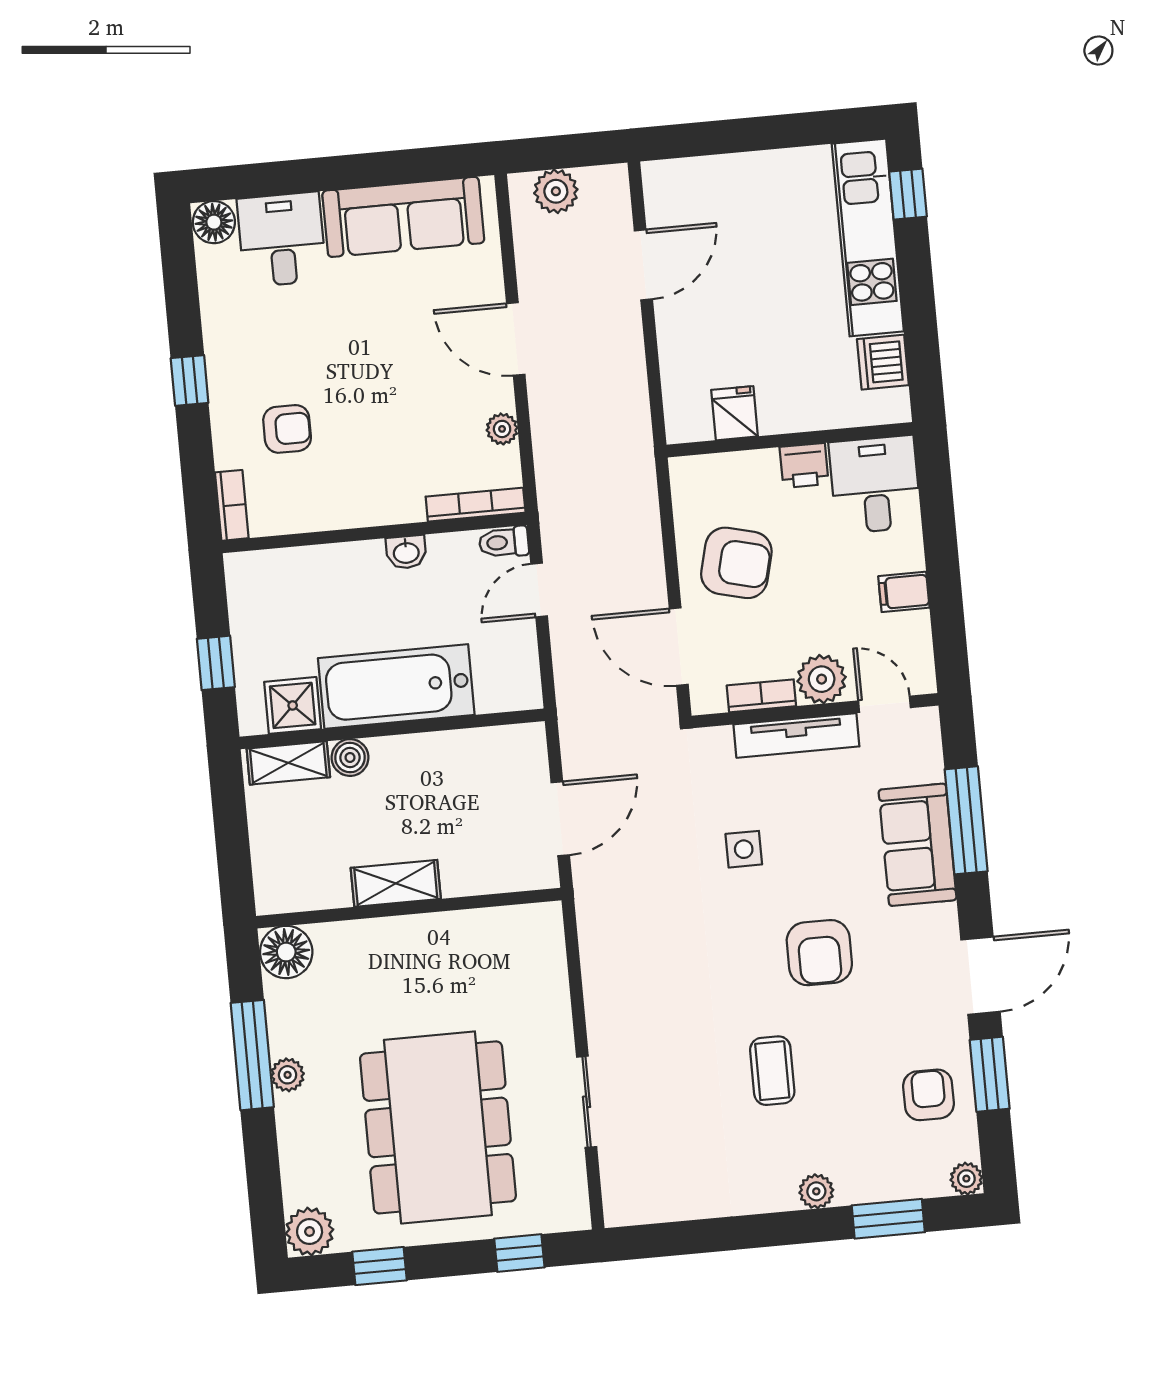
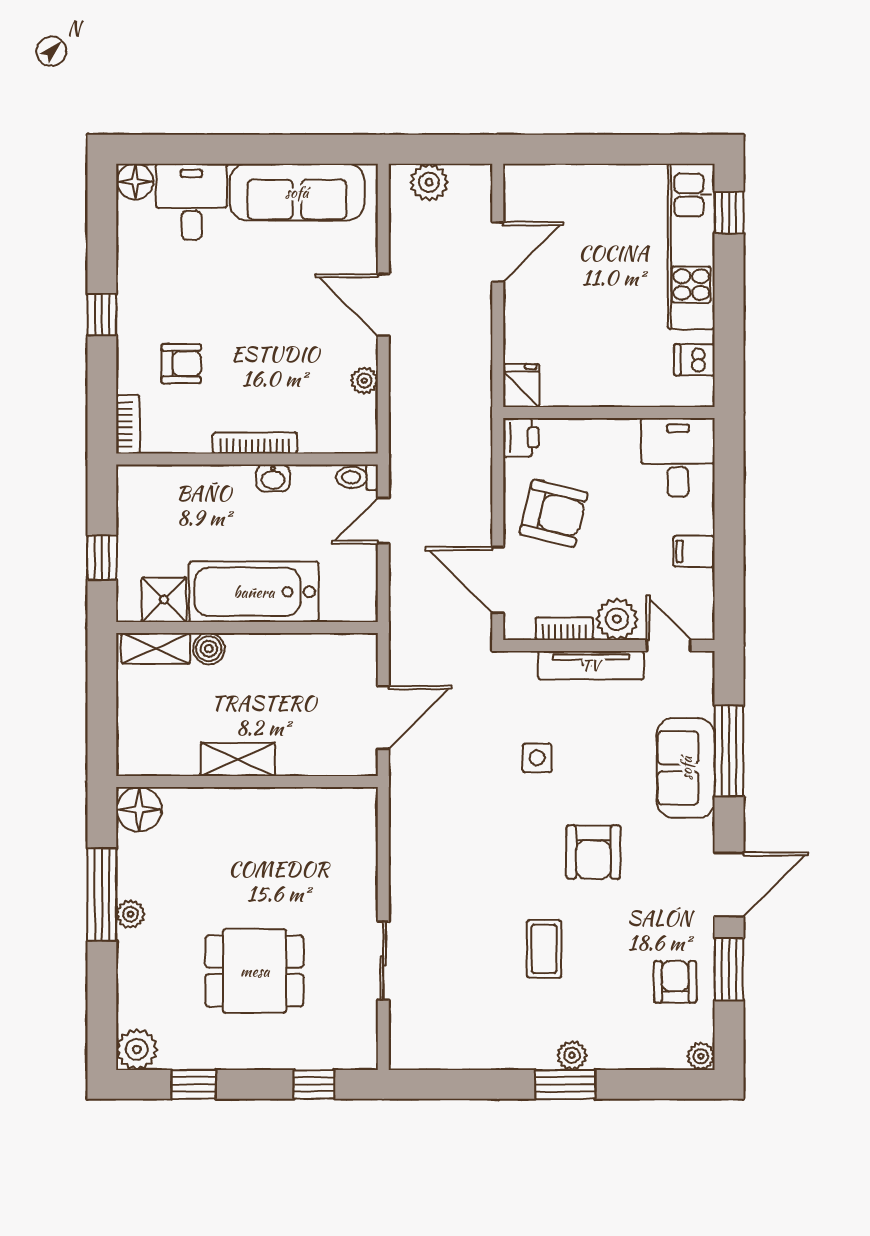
dishwasher: (883, 362) -> (694, 360), width x0.73
fridge: (735, 413) -> (521, 386), moved
printer: (804, 465) -> (521, 437), moved, turned -90
bookcase: (476, 505) -> (255, 443), moved
dining table: (438, 1127) -> (255, 971), width x0.53, depth x0.80
window: (888, 1219) -> (565, 1084), moved

